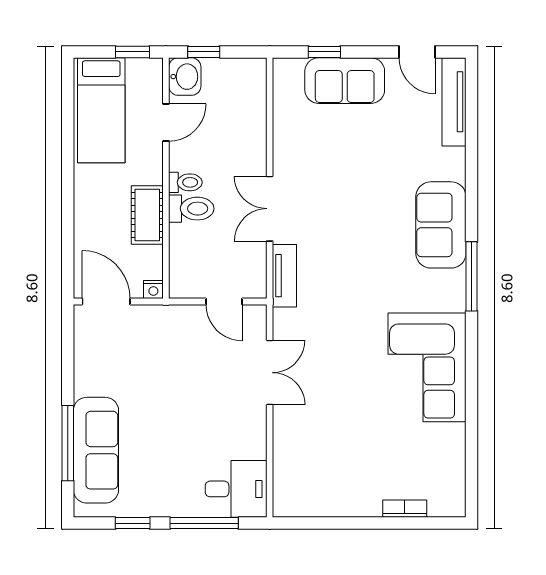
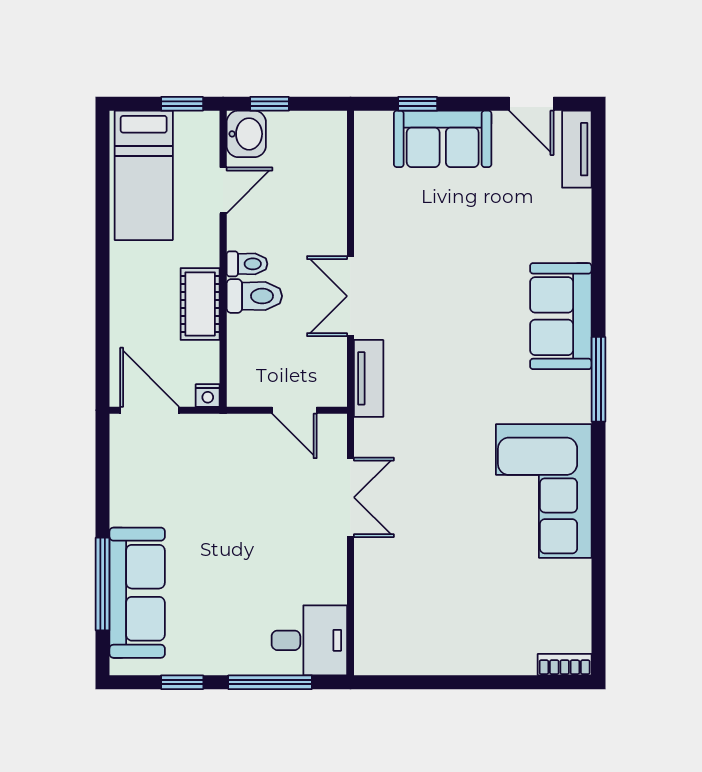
tv unit: (454, 102) -> (577, 149), width x0.71
bookcase: (405, 509) -> (565, 665), moved

